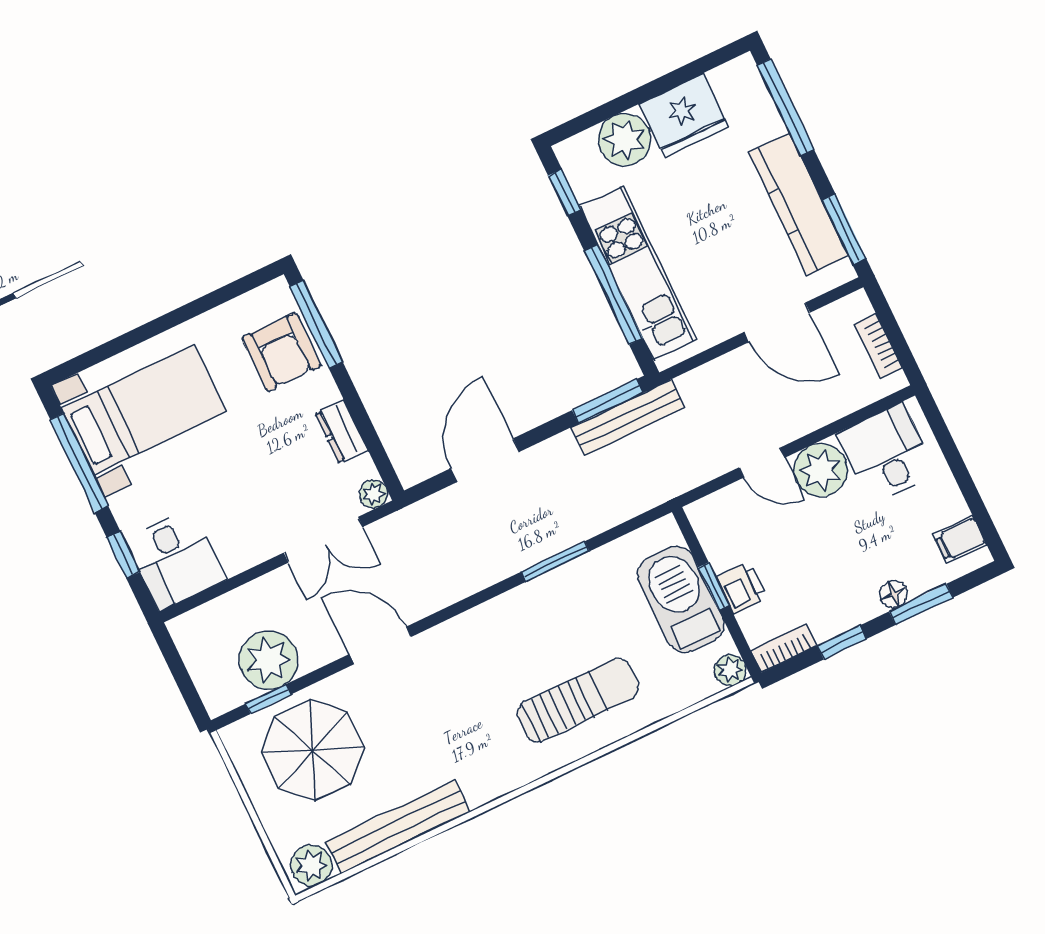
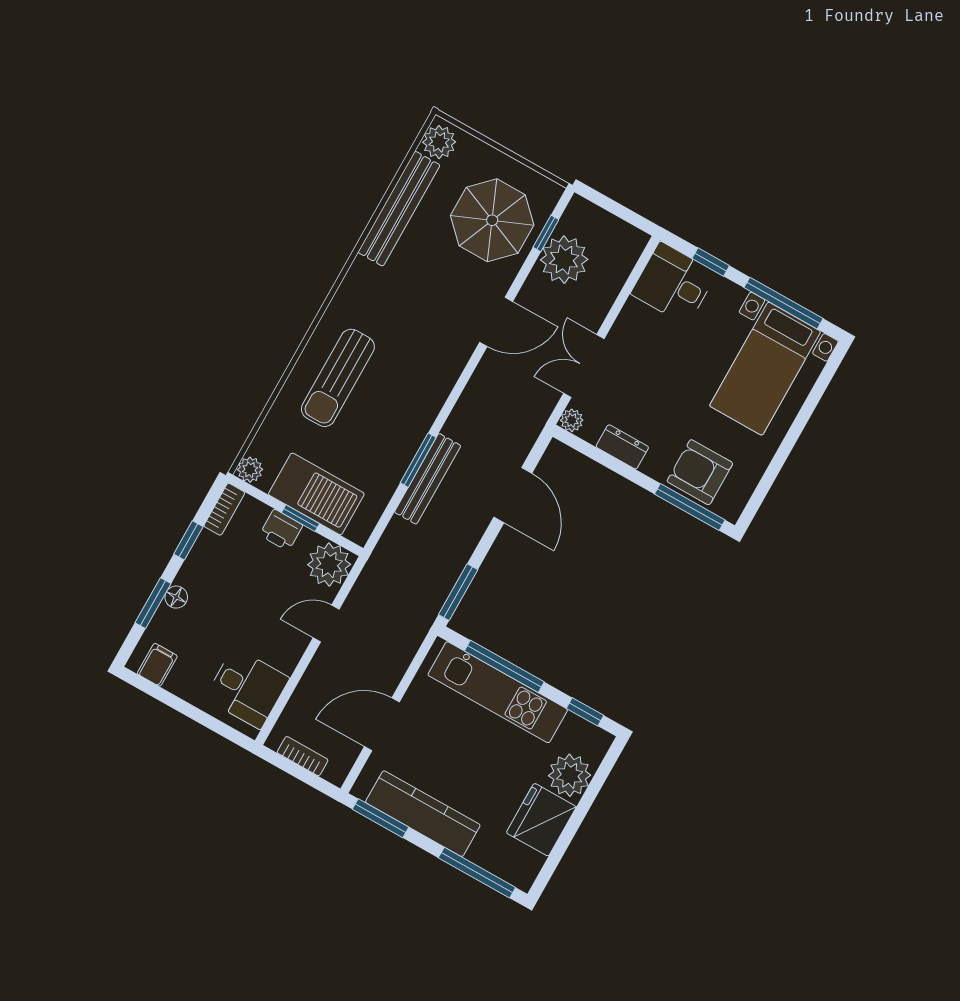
bench: (628, 417) -> (428, 479), moved
plant: (821, 470) -> (329, 565), moved

